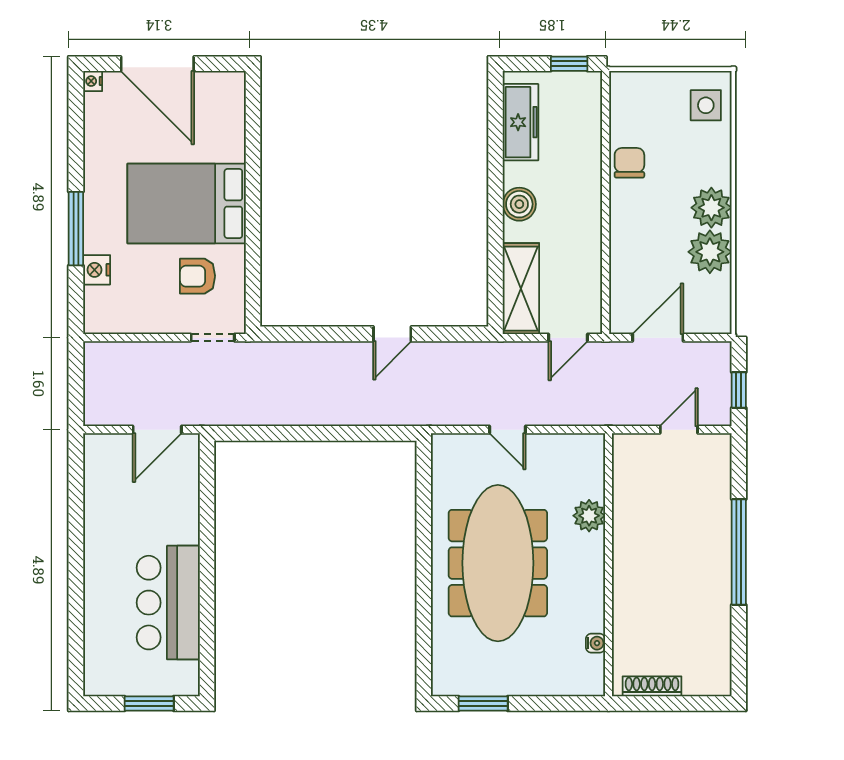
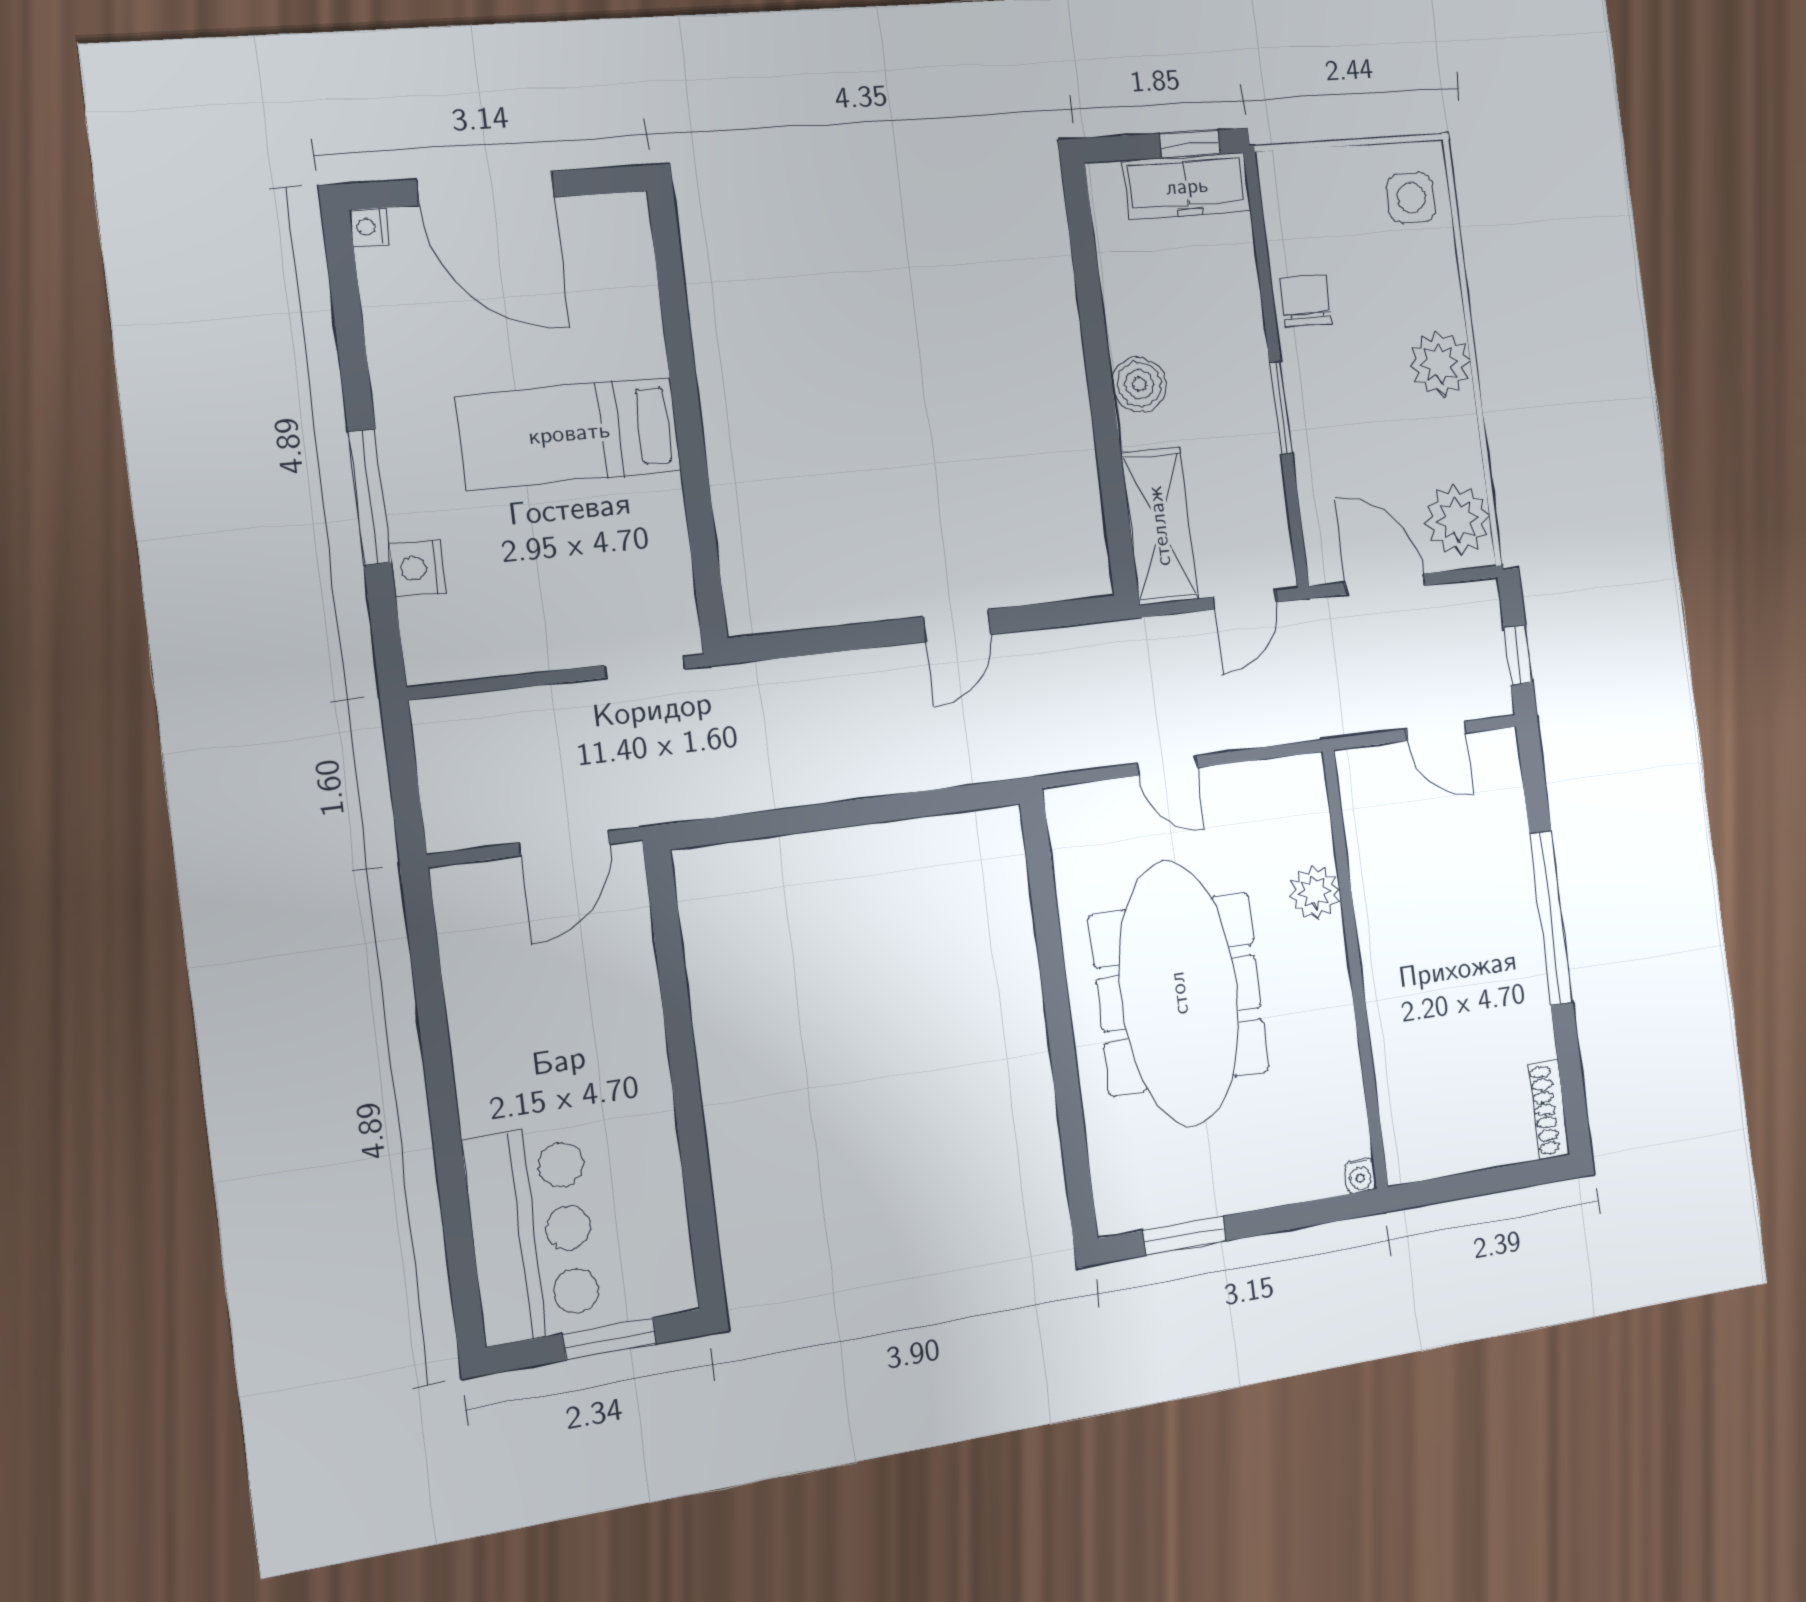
freezer: (521, 122) -> (1187, 186), moved, turned 90
bed: (187, 204) -> (569, 433), width x0.67
window: (606, 226) -> (1281, 408), added
plant: (710, 252) -> (1457, 520), moved
armchair: (197, 276) -> (605, 561), removed
door: (658, 338) -> (1385, 584), hinge flipped
door: (679, 430) -> (1436, 731), swing flipped
bar counter: (168, 603) -> (532, 1234), moved, turned 180
water cooler: (595, 643) -> (1360, 1176), moved, turned 90
shoe rack: (652, 686) -> (1549, 1109), moved, turned -90

